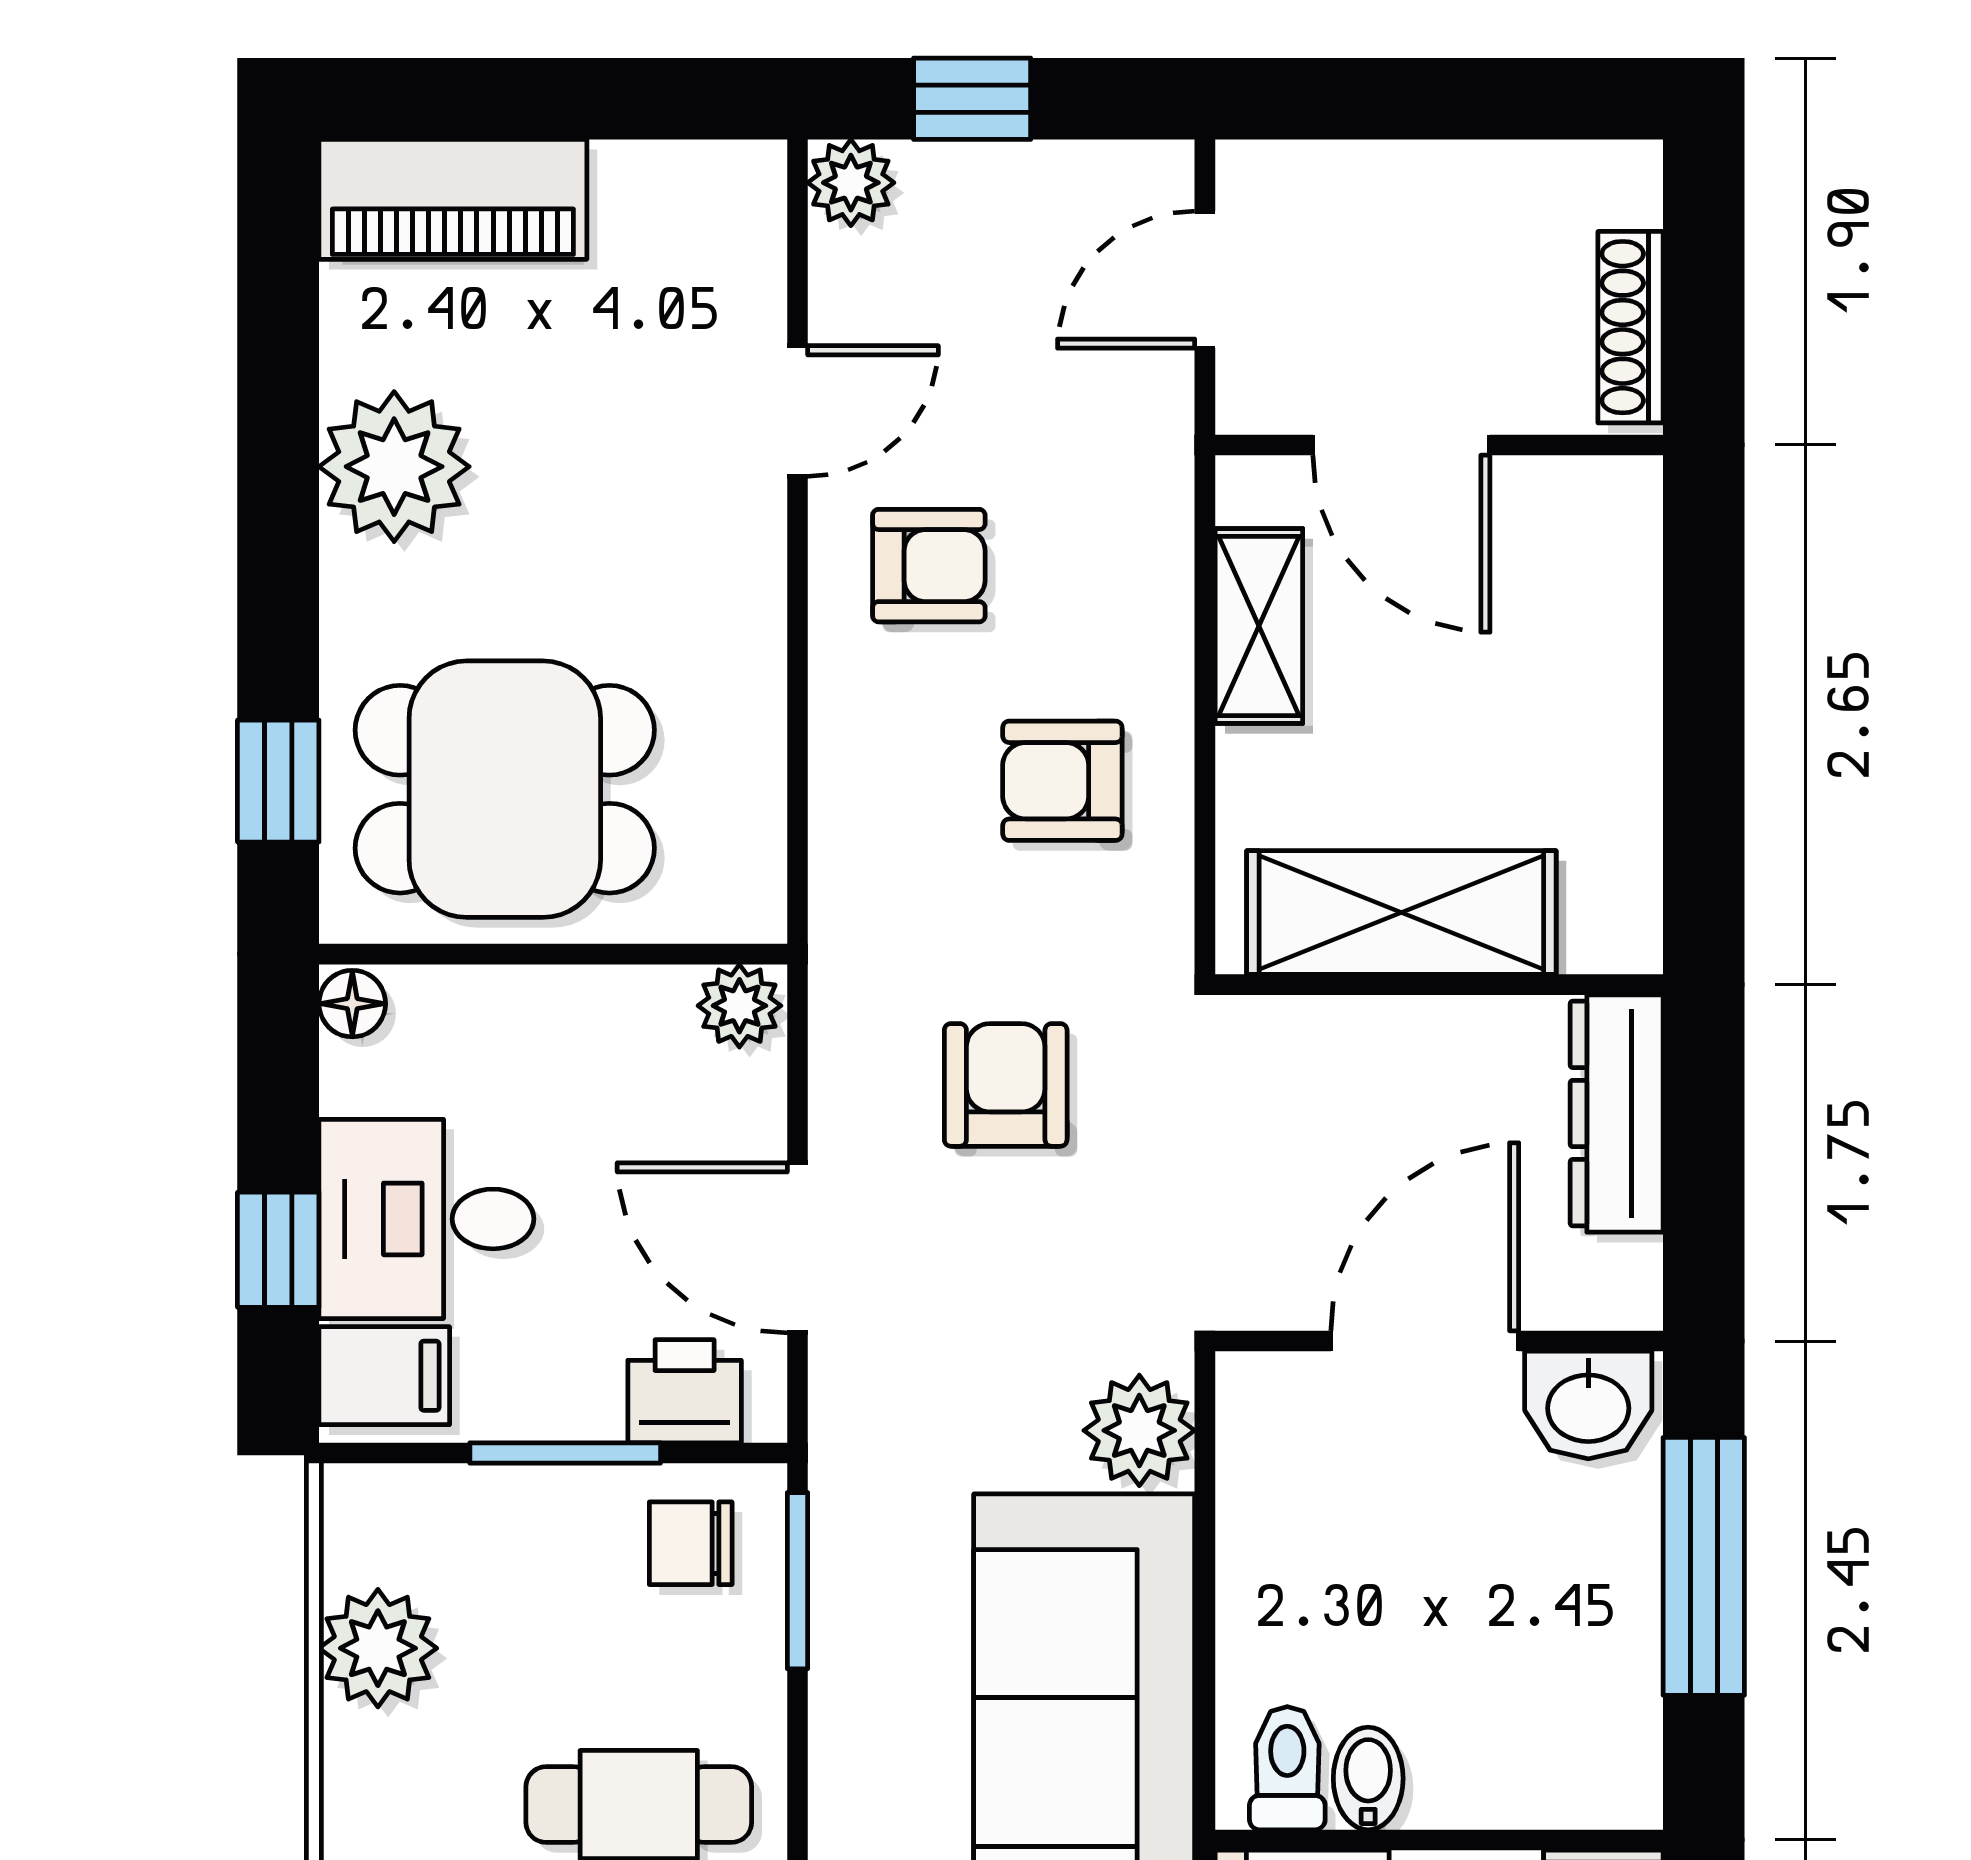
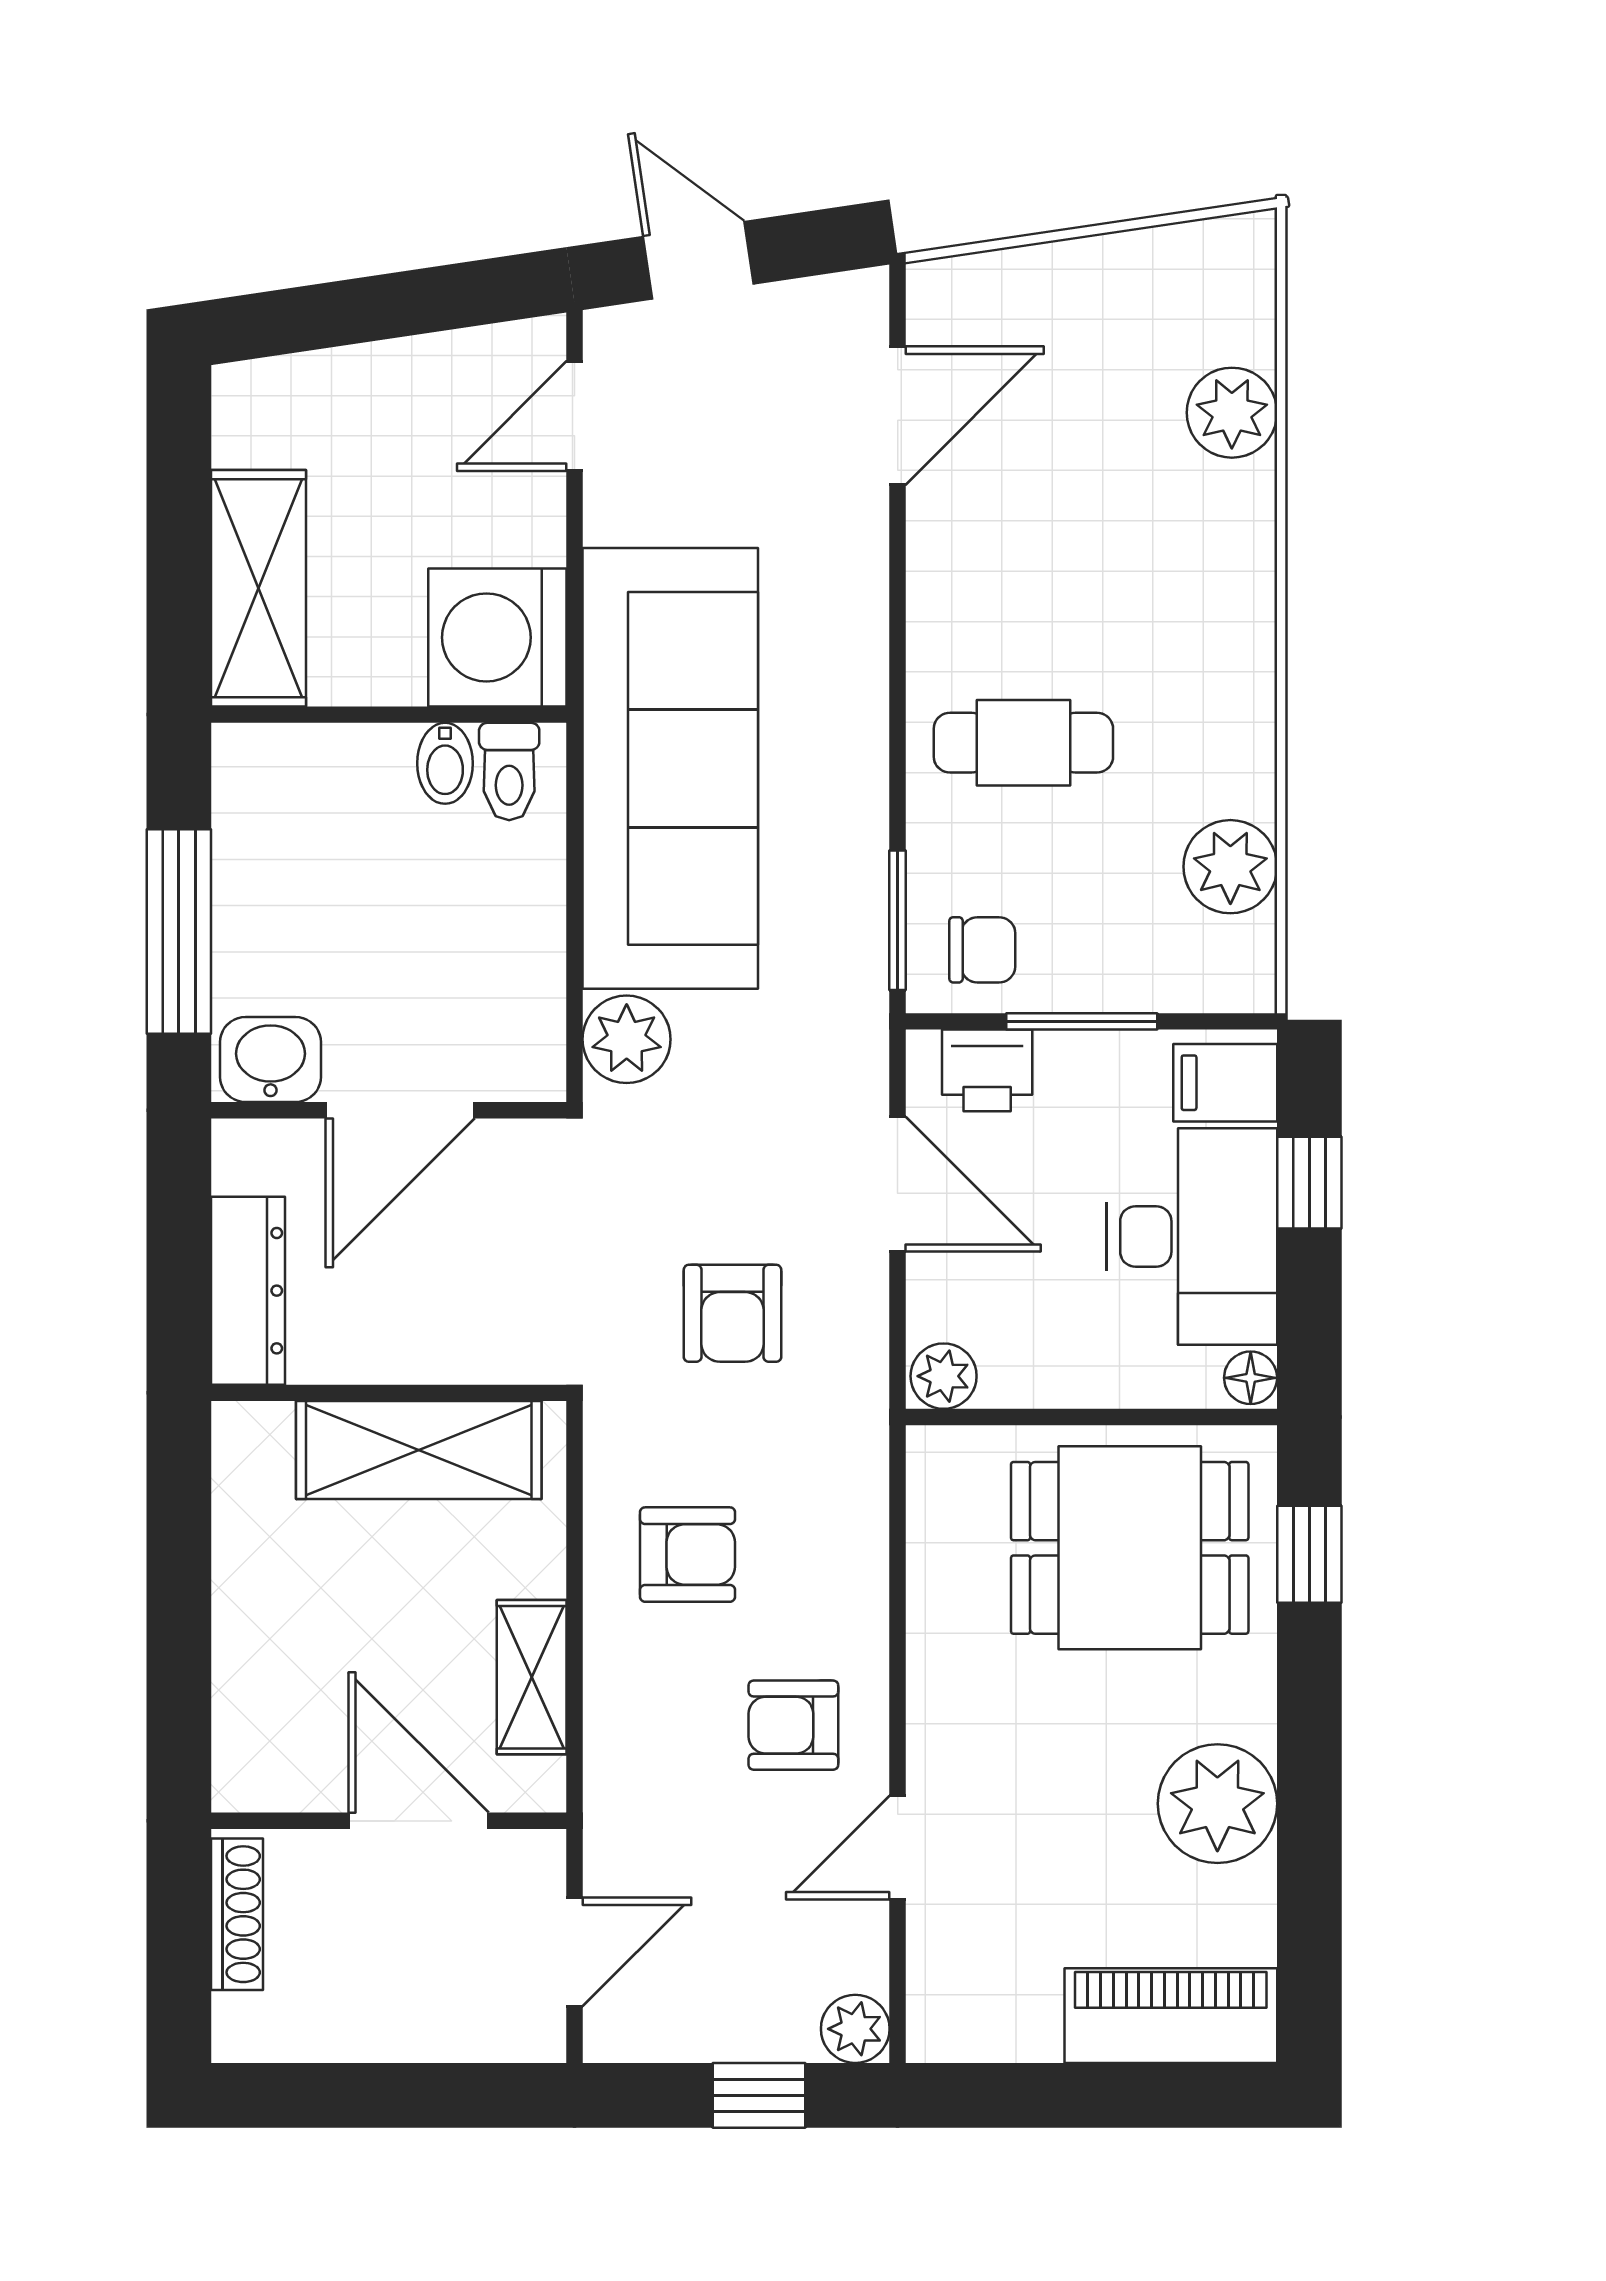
desk: (426, 1219) -> (1192, 1236), width x1.37

